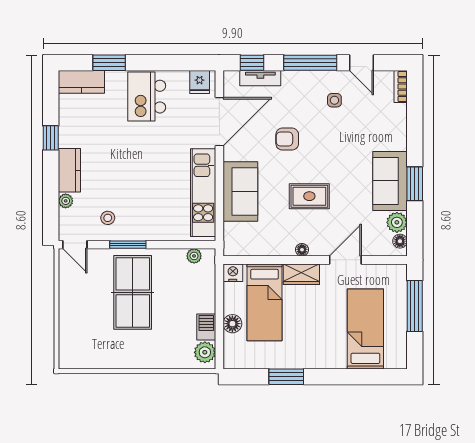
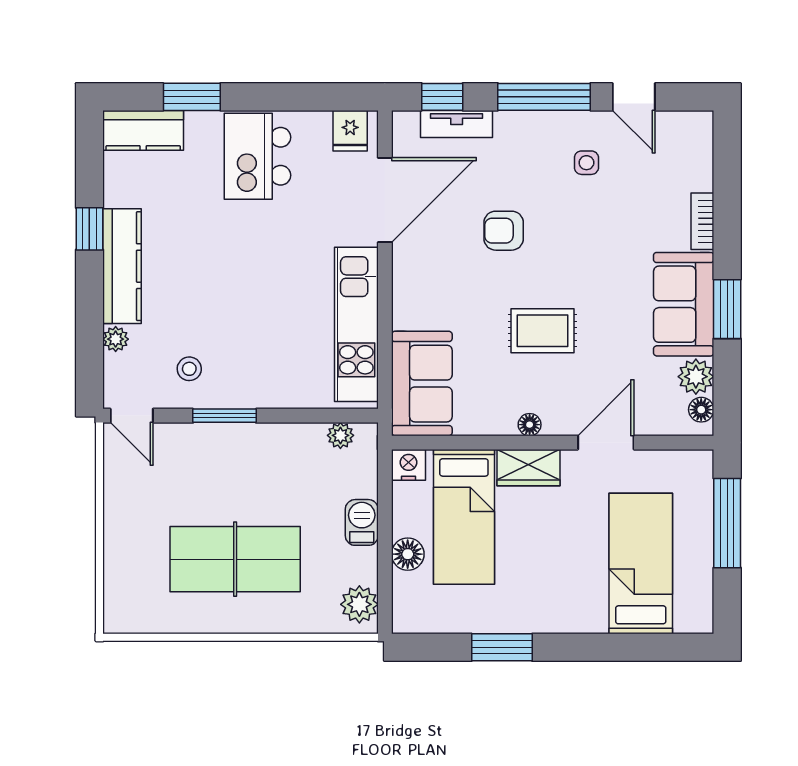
bookcase: (401, 86) -> (702, 221), moved
kitchen counter: (69, 170) -> (122, 266), width x1.50
sofa: (240, 192) -> (422, 384), moved
table tennis table: (133, 292) -> (235, 559), moved, turned 90
barbecue: (206, 327) -> (362, 522), moved

